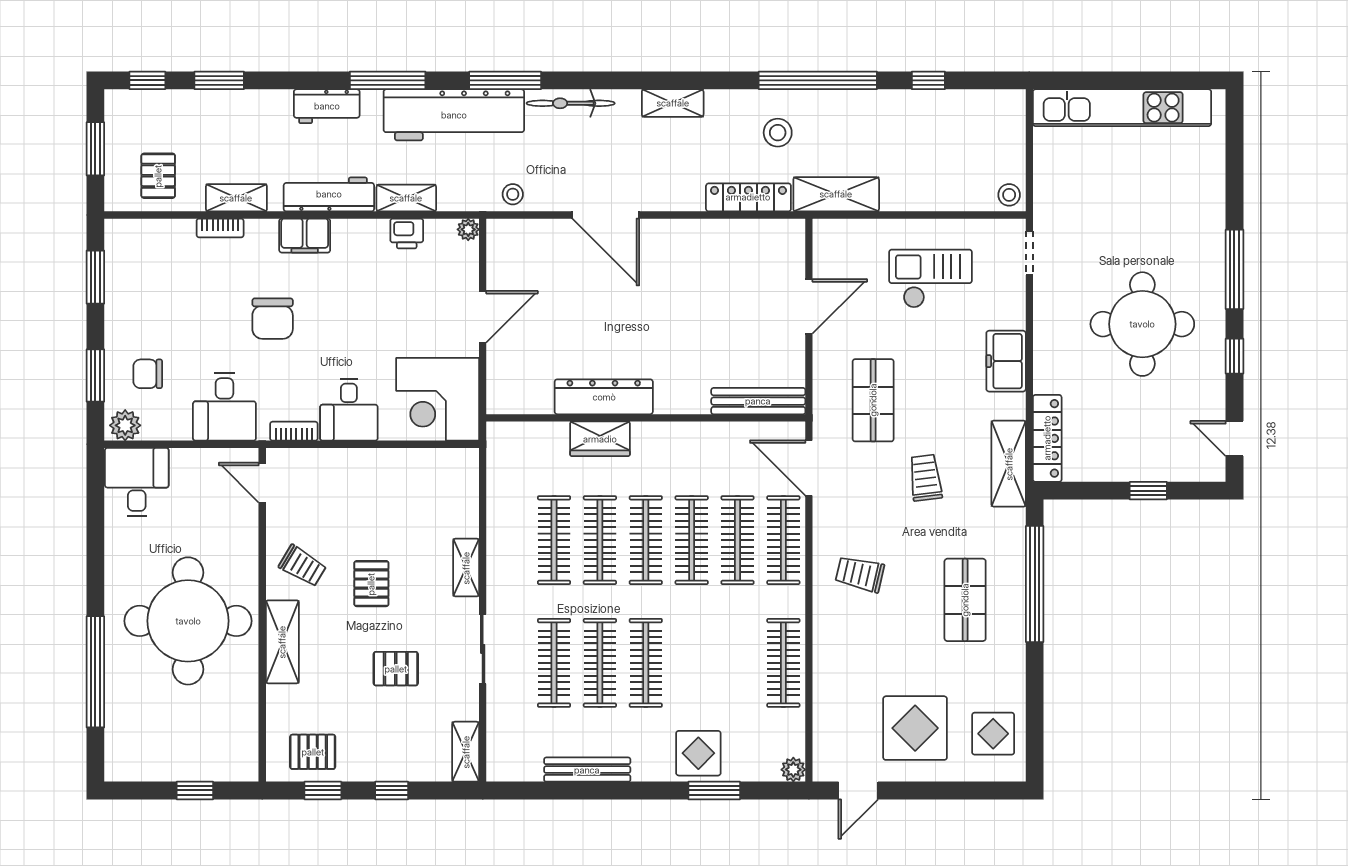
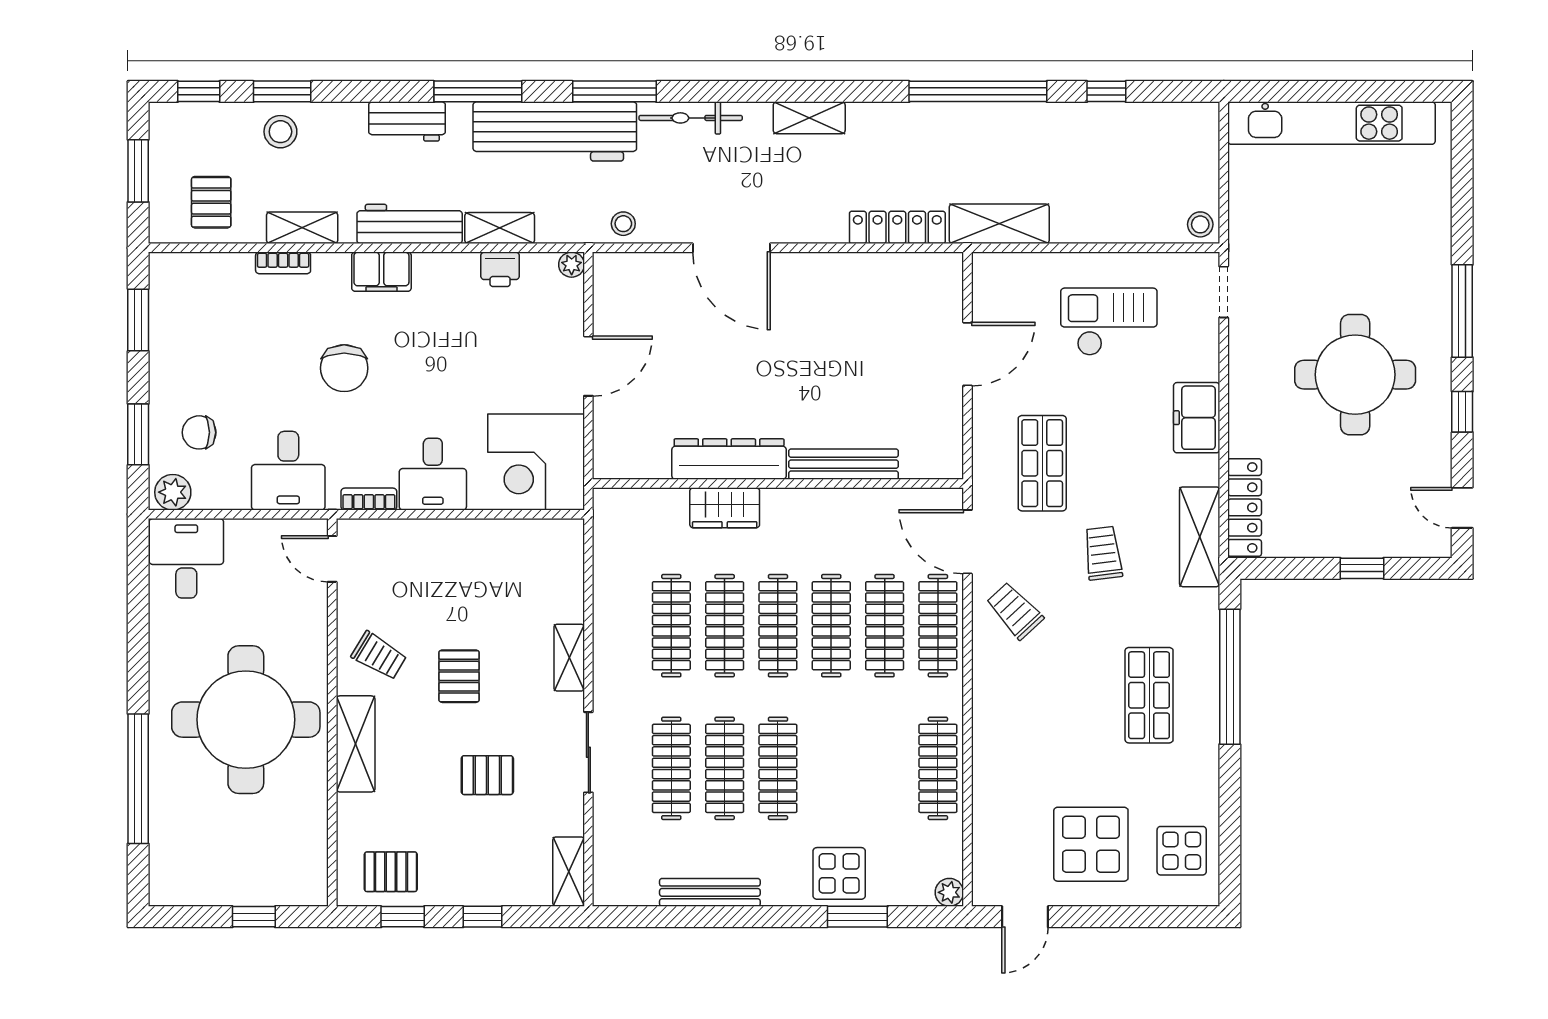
stool: (778, 133) -> (280, 132), moved
bench: (758, 401) -> (844, 464), moved
trolley: (860, 574) -> (1015, 611), moved, turned 34

